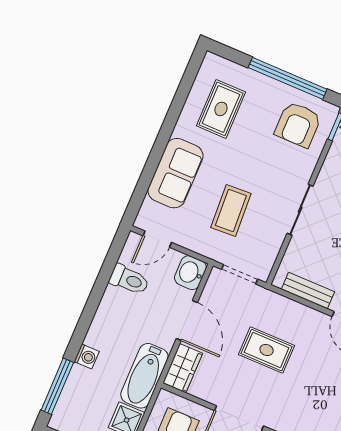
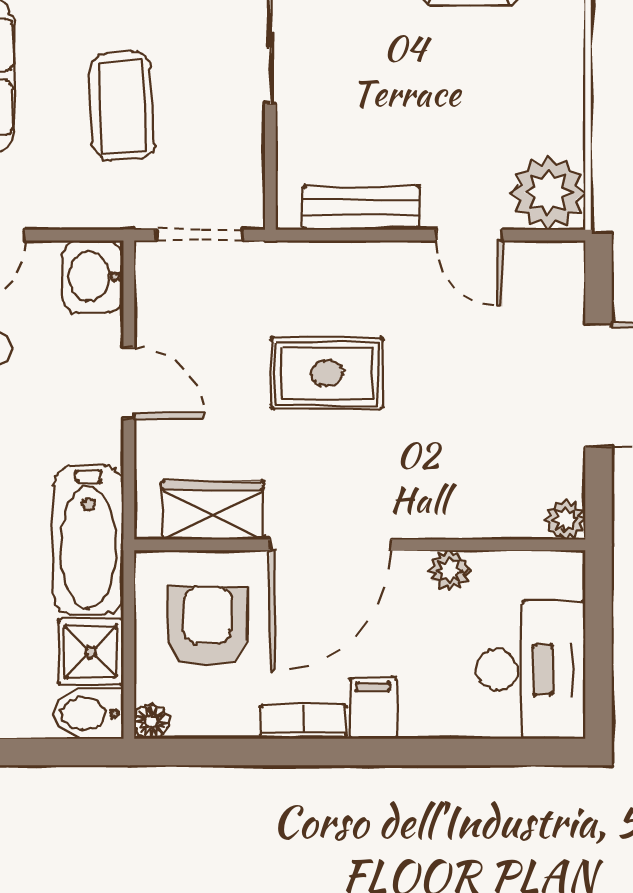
door: (187, 321) -> (129, 383), width x0.73
wardrobe: (183, 368) -> (213, 510), moved, turned -90

